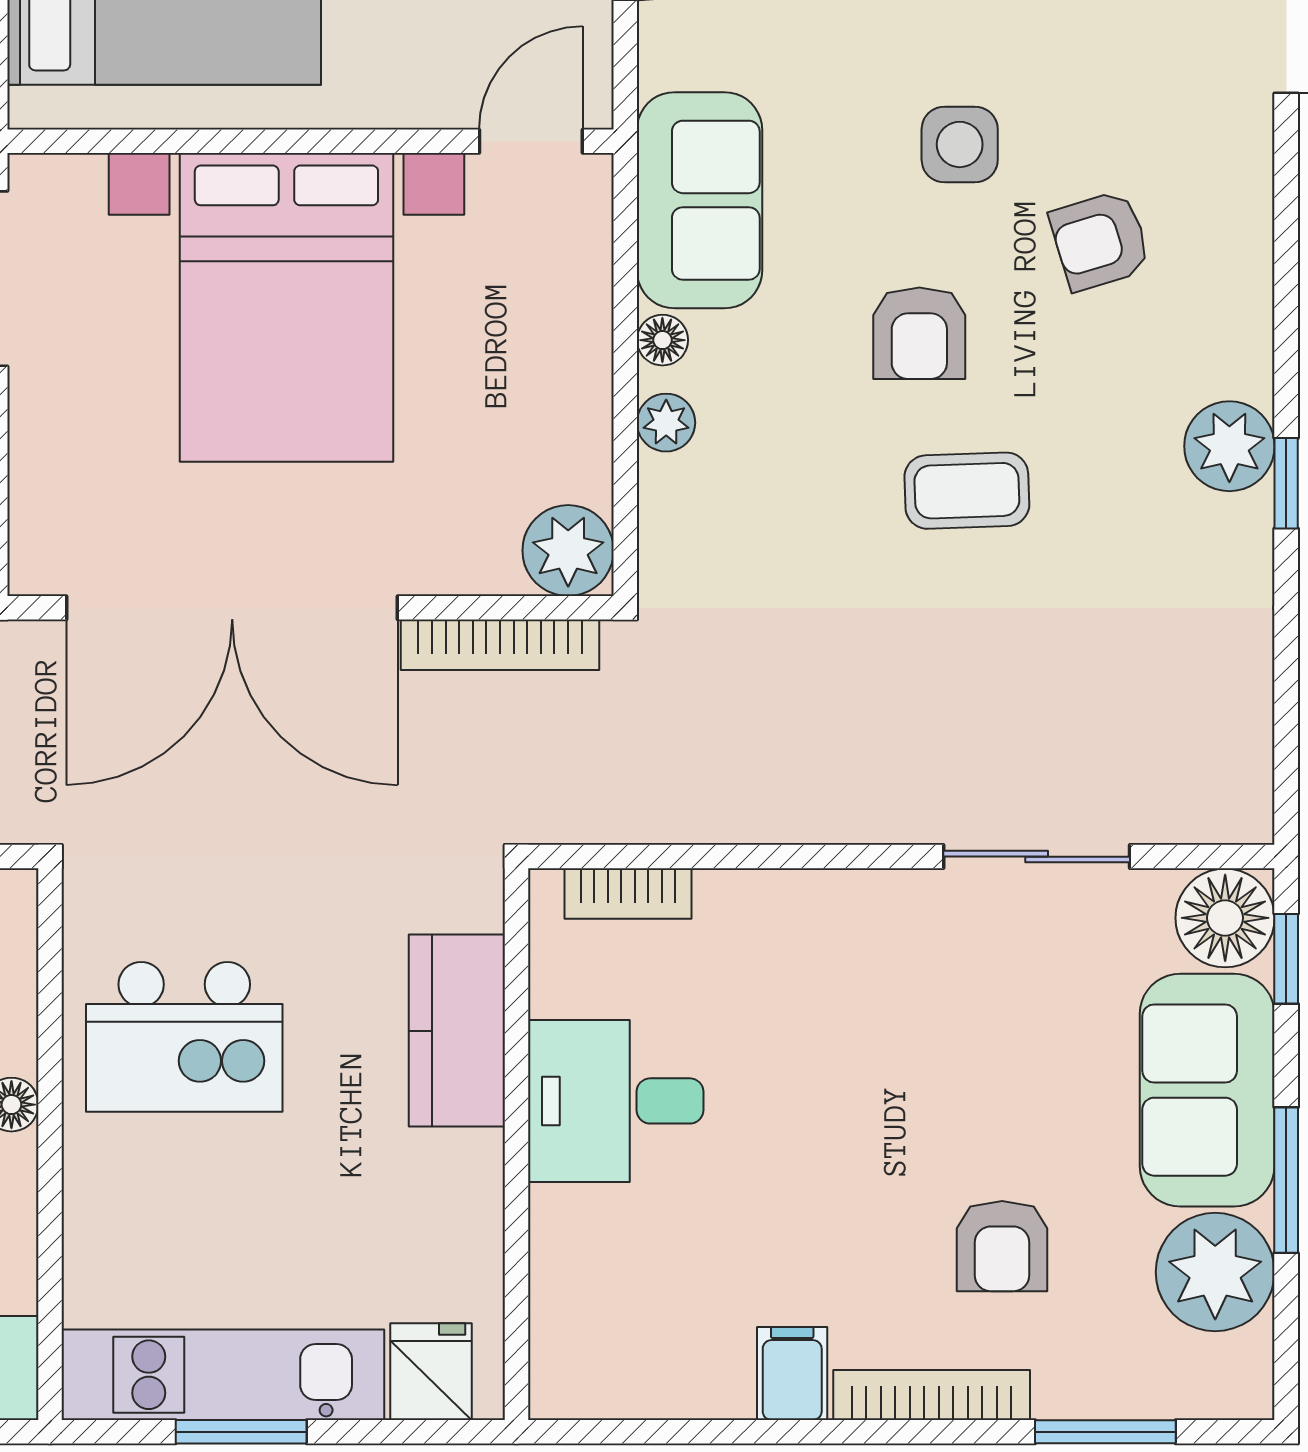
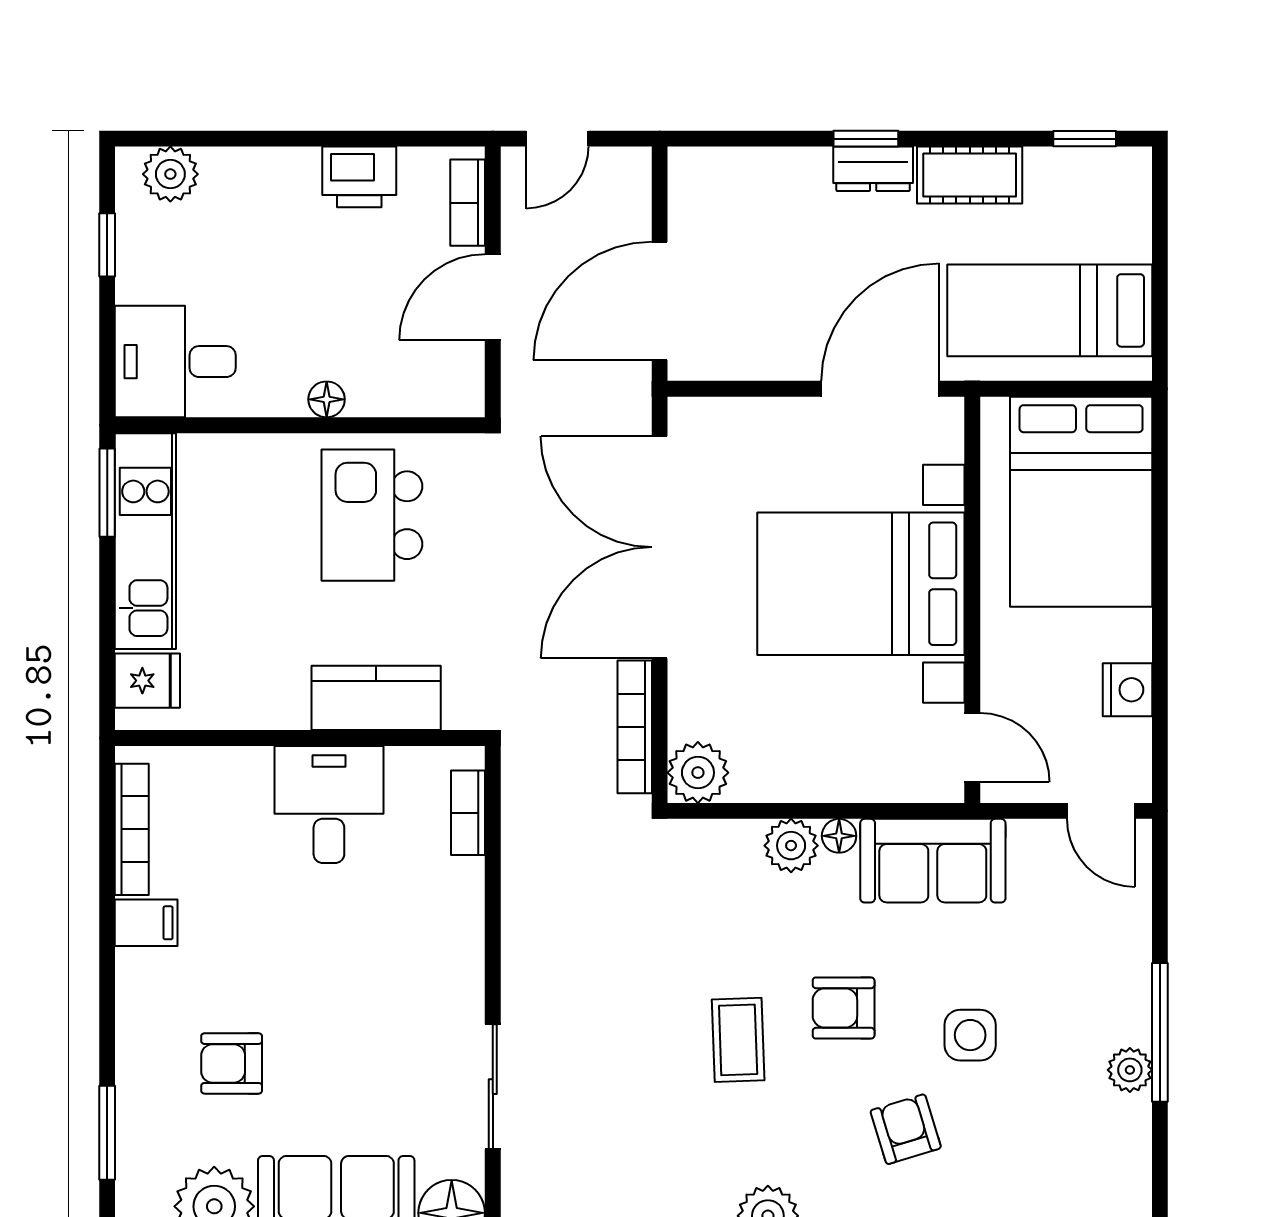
plant: (666, 423) -> (791, 846), width x1.38, depth x1.38
bookcase: (932, 1395) -> (132, 829), moved
window: (241, 1432) -> (107, 493), moved

